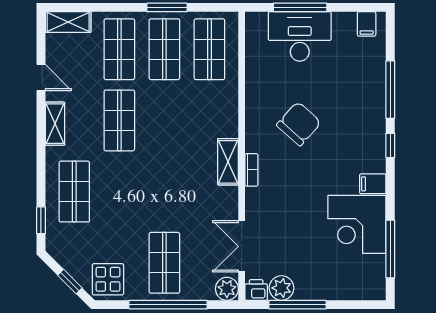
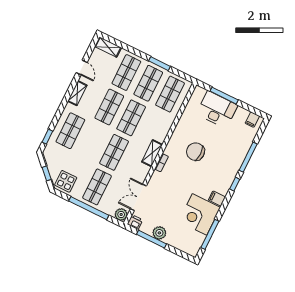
shop shelf: (164, 120) -> (131, 118), added
chair: (299, 124) -> (196, 152), turned -132
shop shelf: (164, 192) -> (114, 152), added
plant: (282, 288) -> (159, 233), moved

